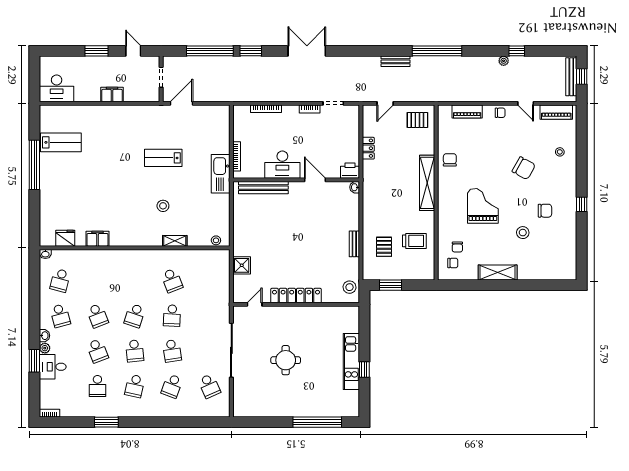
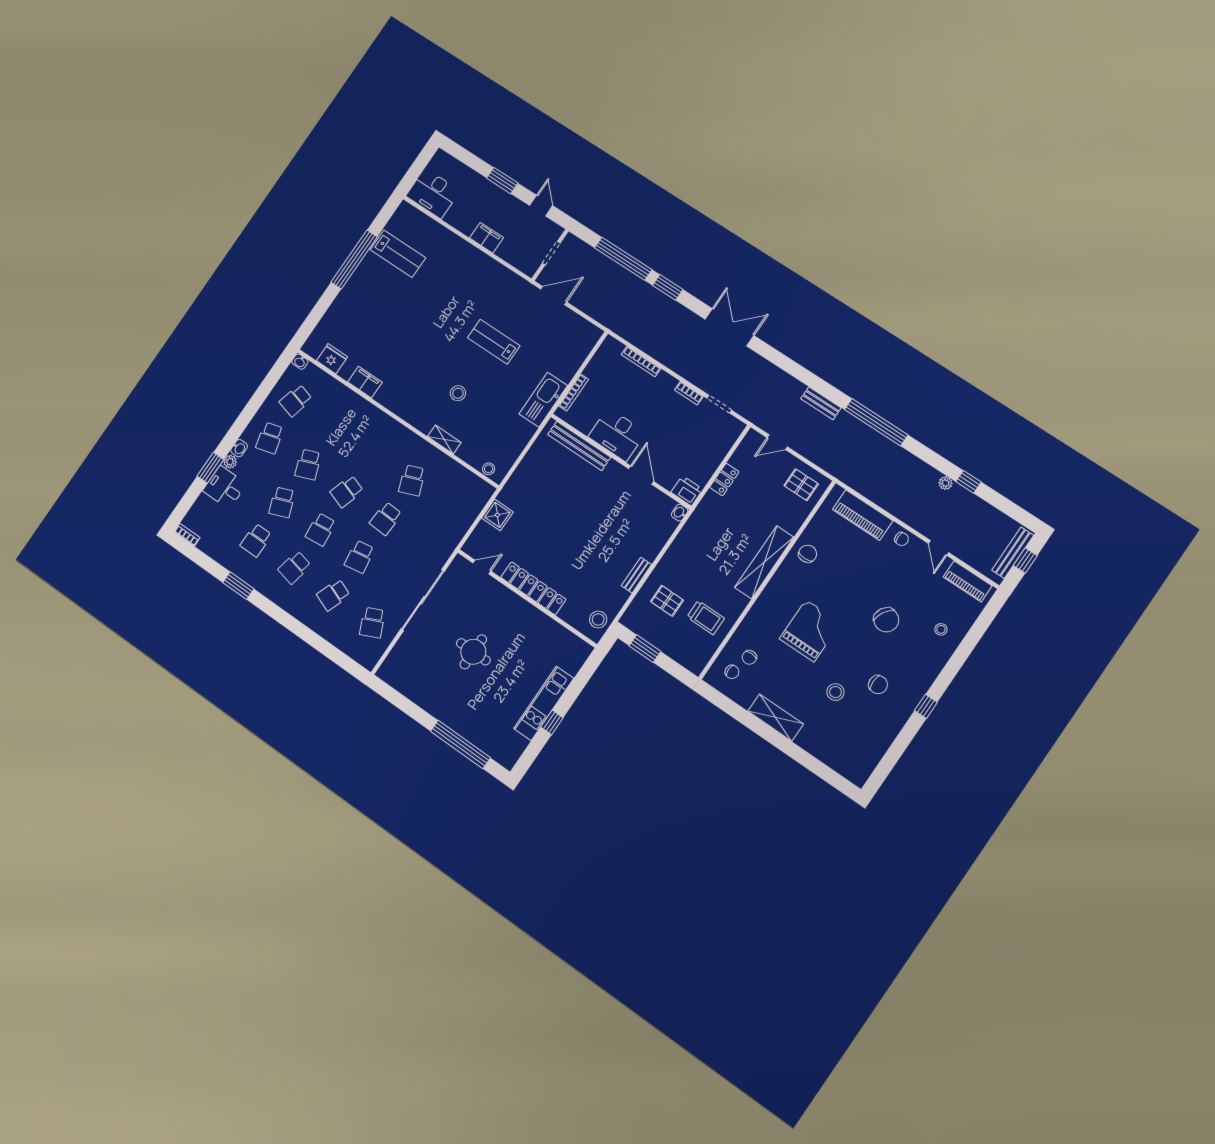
piano: (467, 112) -> (863, 515), width x1.37, depth x1.33
pallet: (384, 247) -> (667, 601), turned 90

